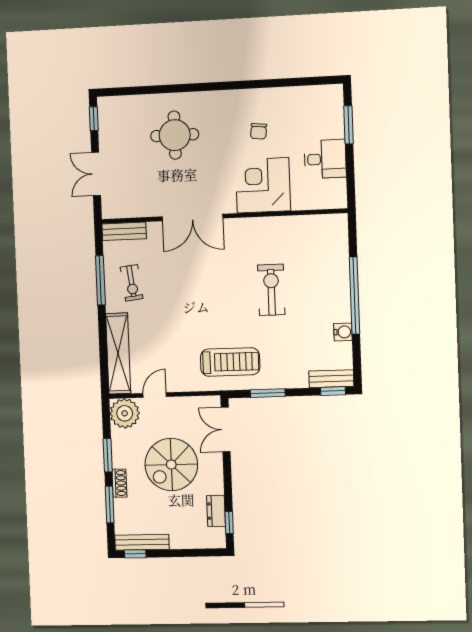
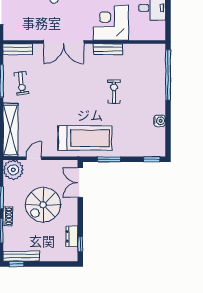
exercise bike: (271, 290) -> (114, 92), width x0.73, depth x0.72
window: (355, 296) -> (168, 75), moved
treadmill: (230, 362) -> (85, 138), width x1.37, depth x1.38
bench: (331, 379) -> (108, 49), moved

